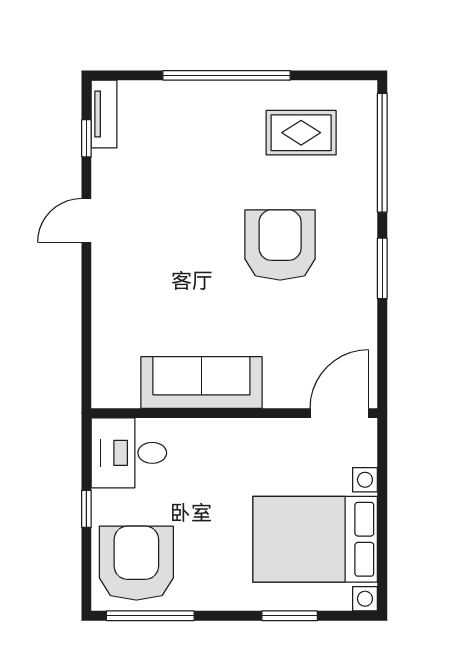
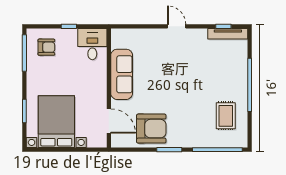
tv unit: (104, 114) -> (228, 34), width x1.41
door: (86, 220) -> (177, 26), moved
armchair: (280, 245) -> (151, 129), moved
door: (339, 413) -> (109, 121), moved
armchair: (136, 563) -> (46, 47), width x0.53, depth x0.53

